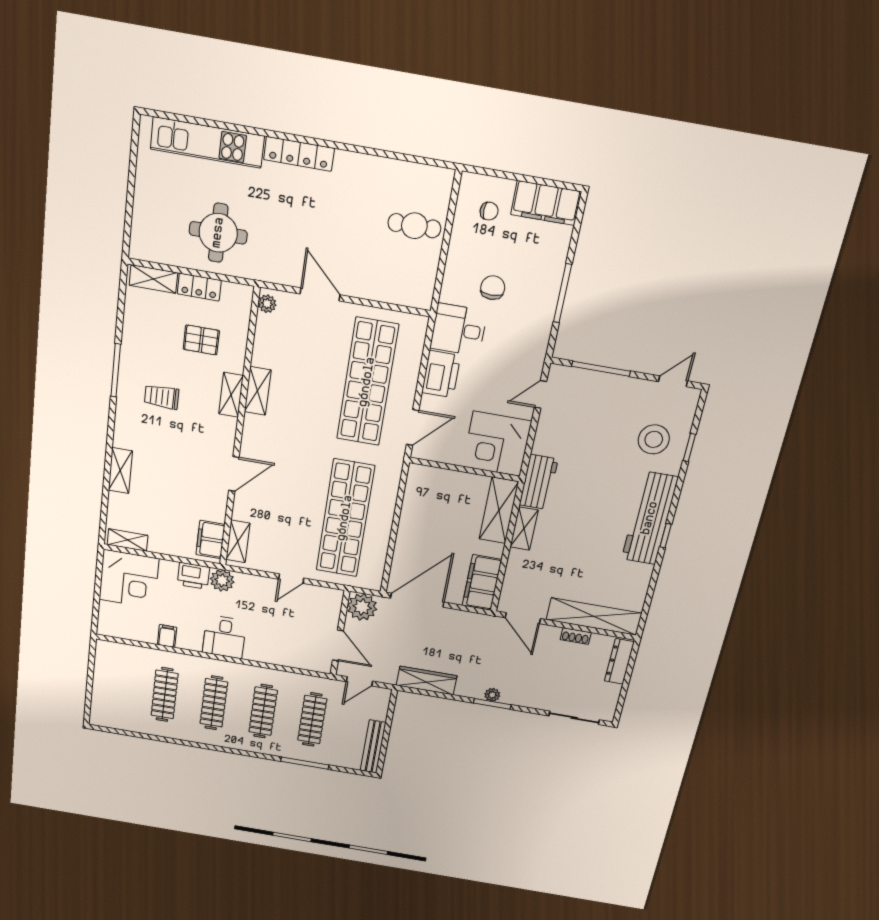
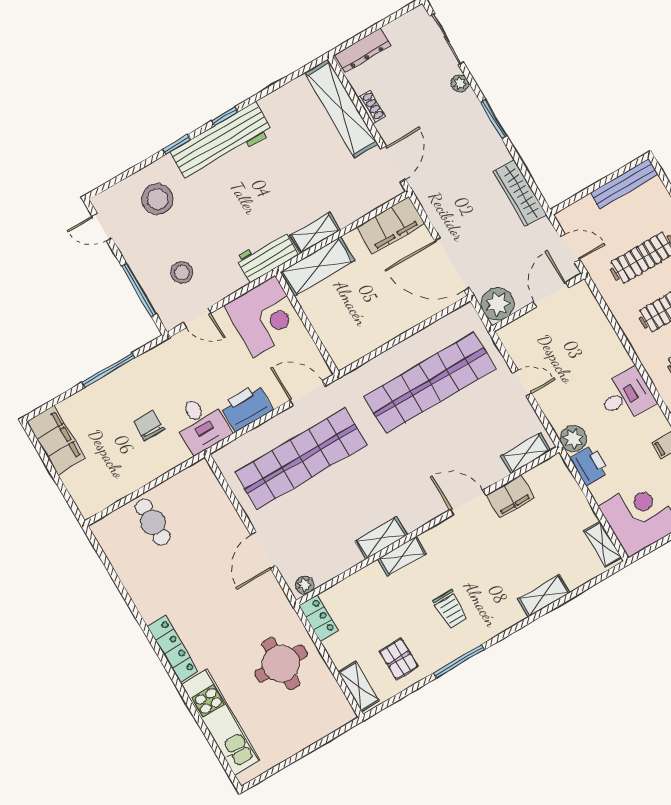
chair: (489, 211) -> (96, 476), removed
locker: (199, 287) -> (318, 618), moved
chair: (493, 288) -> (148, 425), turned 90
pallet: (201, 340) -> (399, 659), moved
stool: (584, 412) -> (182, 272), added
window: (689, 447) -> (177, 144), moved
filing cabinet: (210, 540) -> (510, 496), moved
plant: (492, 695) -> (460, 84), moved

